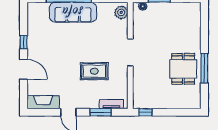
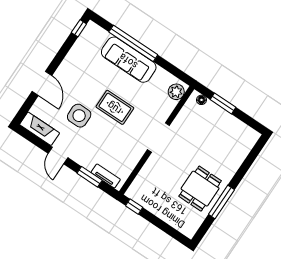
window: (24, 42) -> (79, 28), moved
rug: (94, 71) -> (115, 107), moved
side table: (65, 74) -> (79, 116), added

